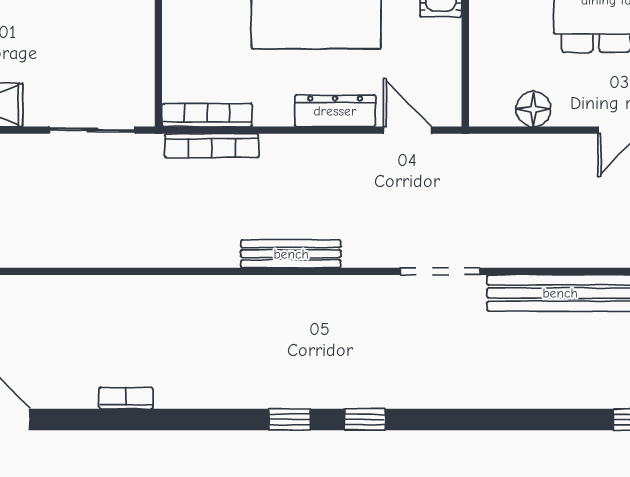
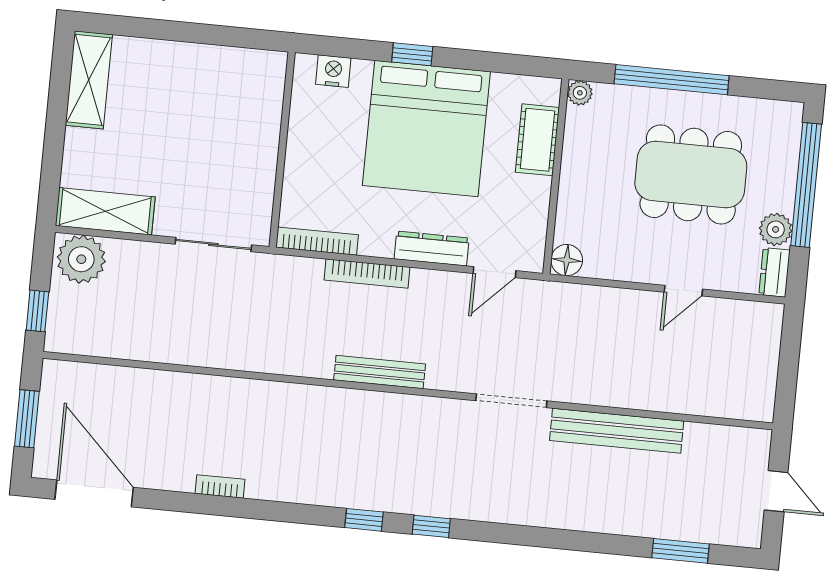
floor lamp: (533, 109) -> (567, 260), moved
door: (408, 130) -> (495, 272), swing flipped
bookcase: (212, 146) -> (367, 274), moved

